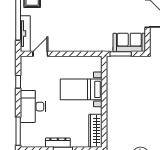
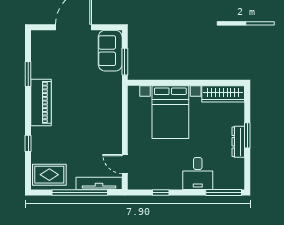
bed with nightstands: (81, 89) -> (170, 112), width x1.36
desk: (33, 107) -> (198, 173), width x0.73

